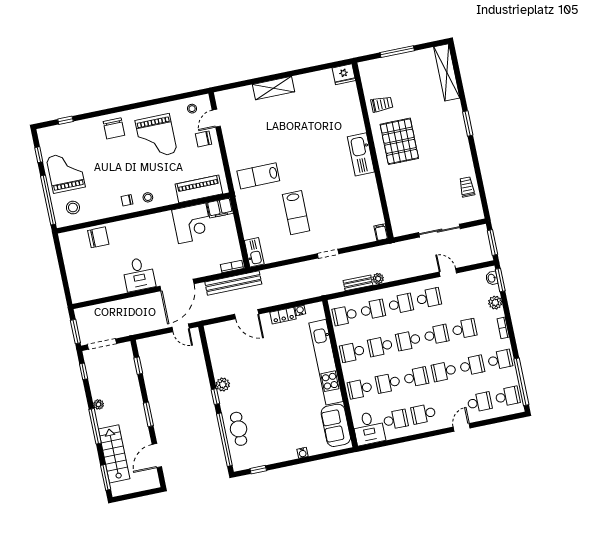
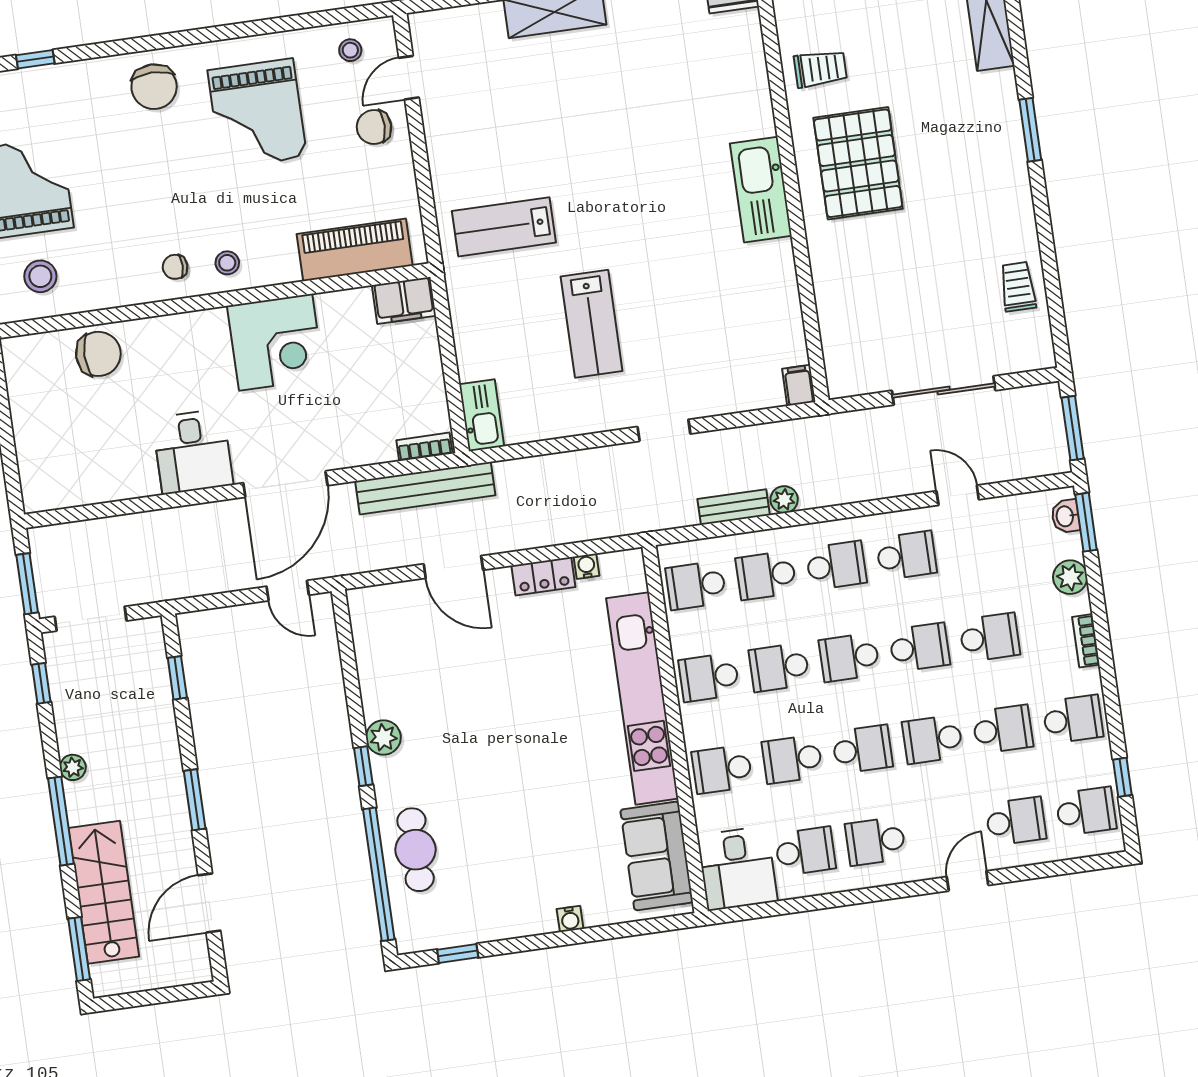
corner desk: (192, 223) -> (276, 342), moved
school desk: (373, 310) -> (766, 575), turned 180
window: (521, 382) -> (1122, 777), width x0.32

